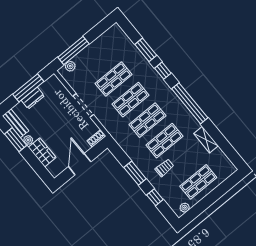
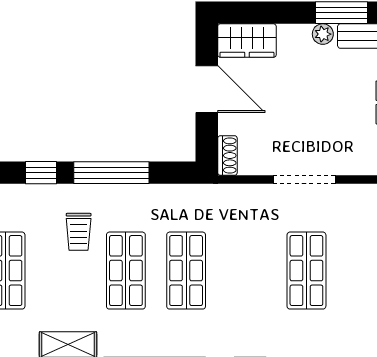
shop shelf: (131, 100) -> (246, 271), removed
wardrobe: (42, 152) -> (247, 41), moved
window: (135, 173) -> (111, 173), width x1.44

